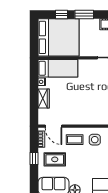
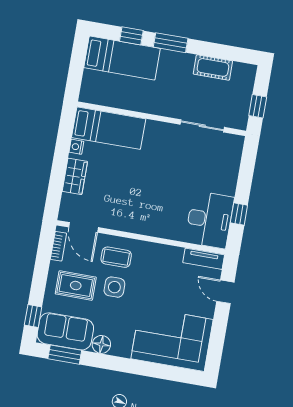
bed: (58, 37) -> (122, 58), width x0.49
side table: (95, 140) -> (114, 287), moved
window: (34, 159) -> (33, 316), moved

